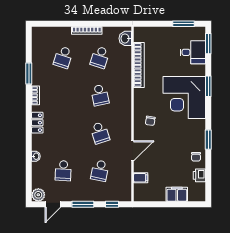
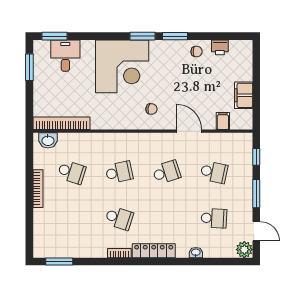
school desk: (63, 57) -> (119, 218), moved
bookcase: (139, 65) -> (62, 123), moved
window: (29, 74) -> (59, 261), moved
window: (208, 86) -> (142, 36), moved
locker: (37, 123) -> (154, 251), width x1.53
filing cabinet: (177, 194) -> (244, 95), moved

